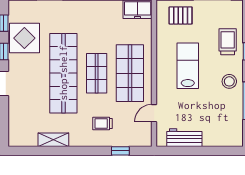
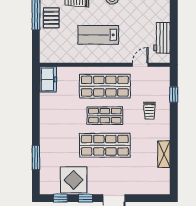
pallet: (181, 15) -> (51, 18), moved
shop shelf: (63, 73) -> (105, 145), width x0.71
door: (154, 113) -> (140, 65), swing flipped

